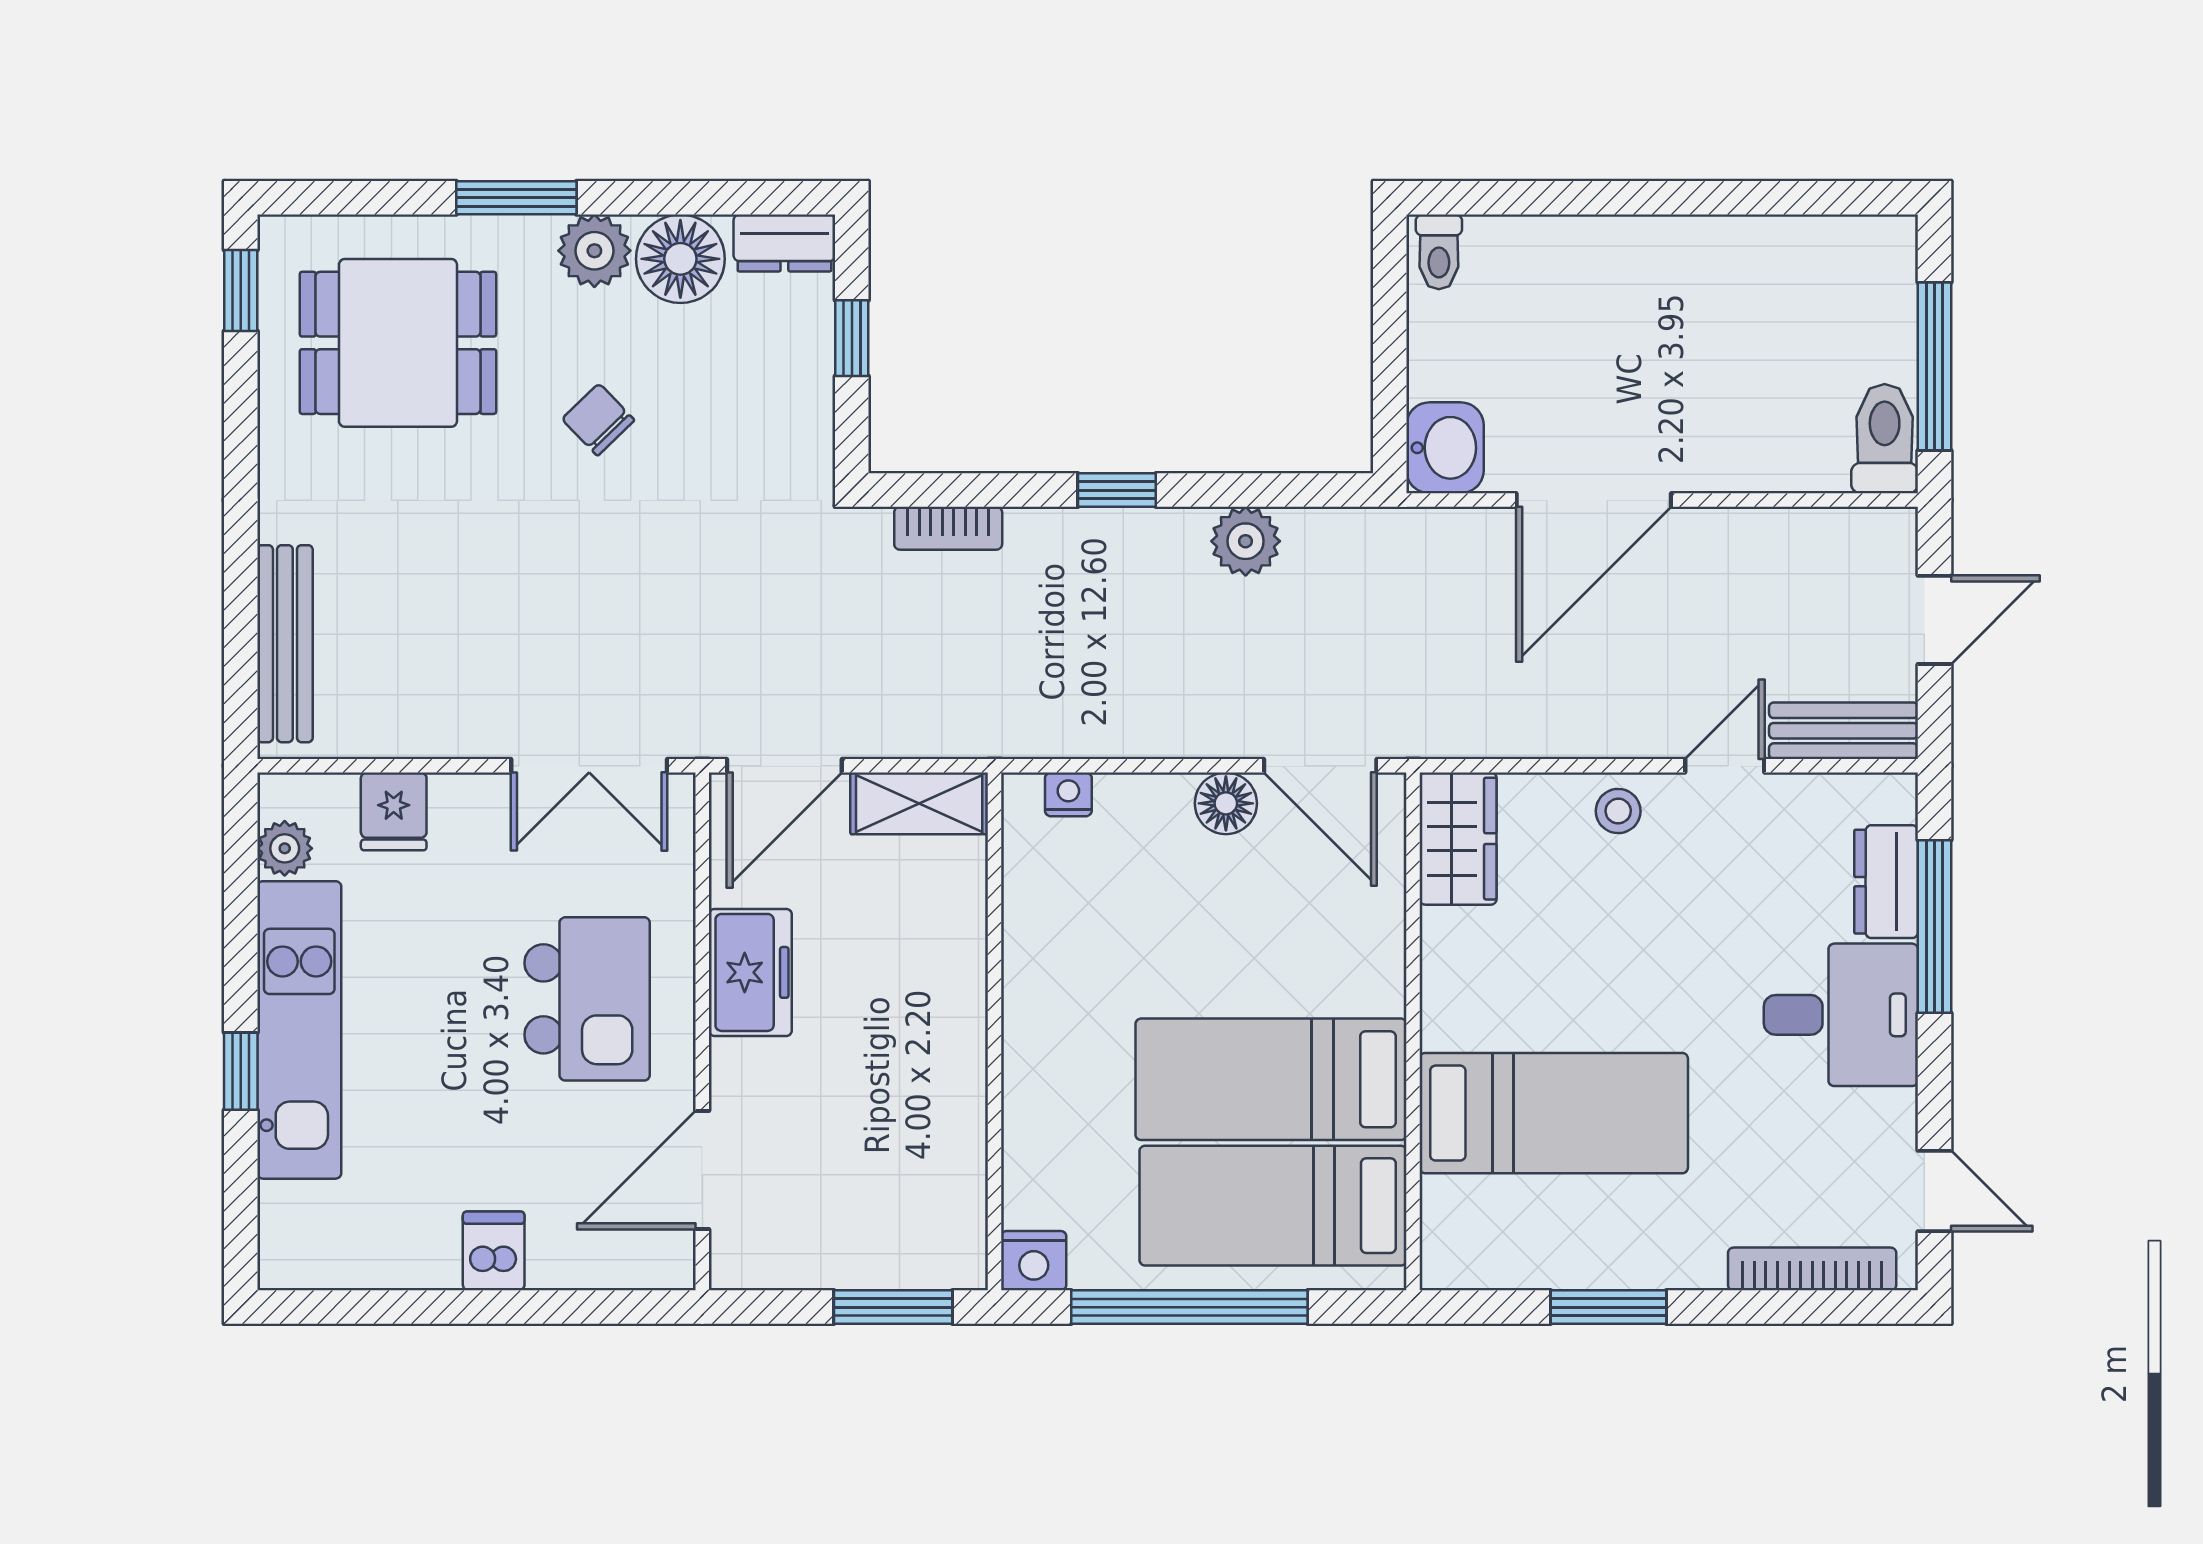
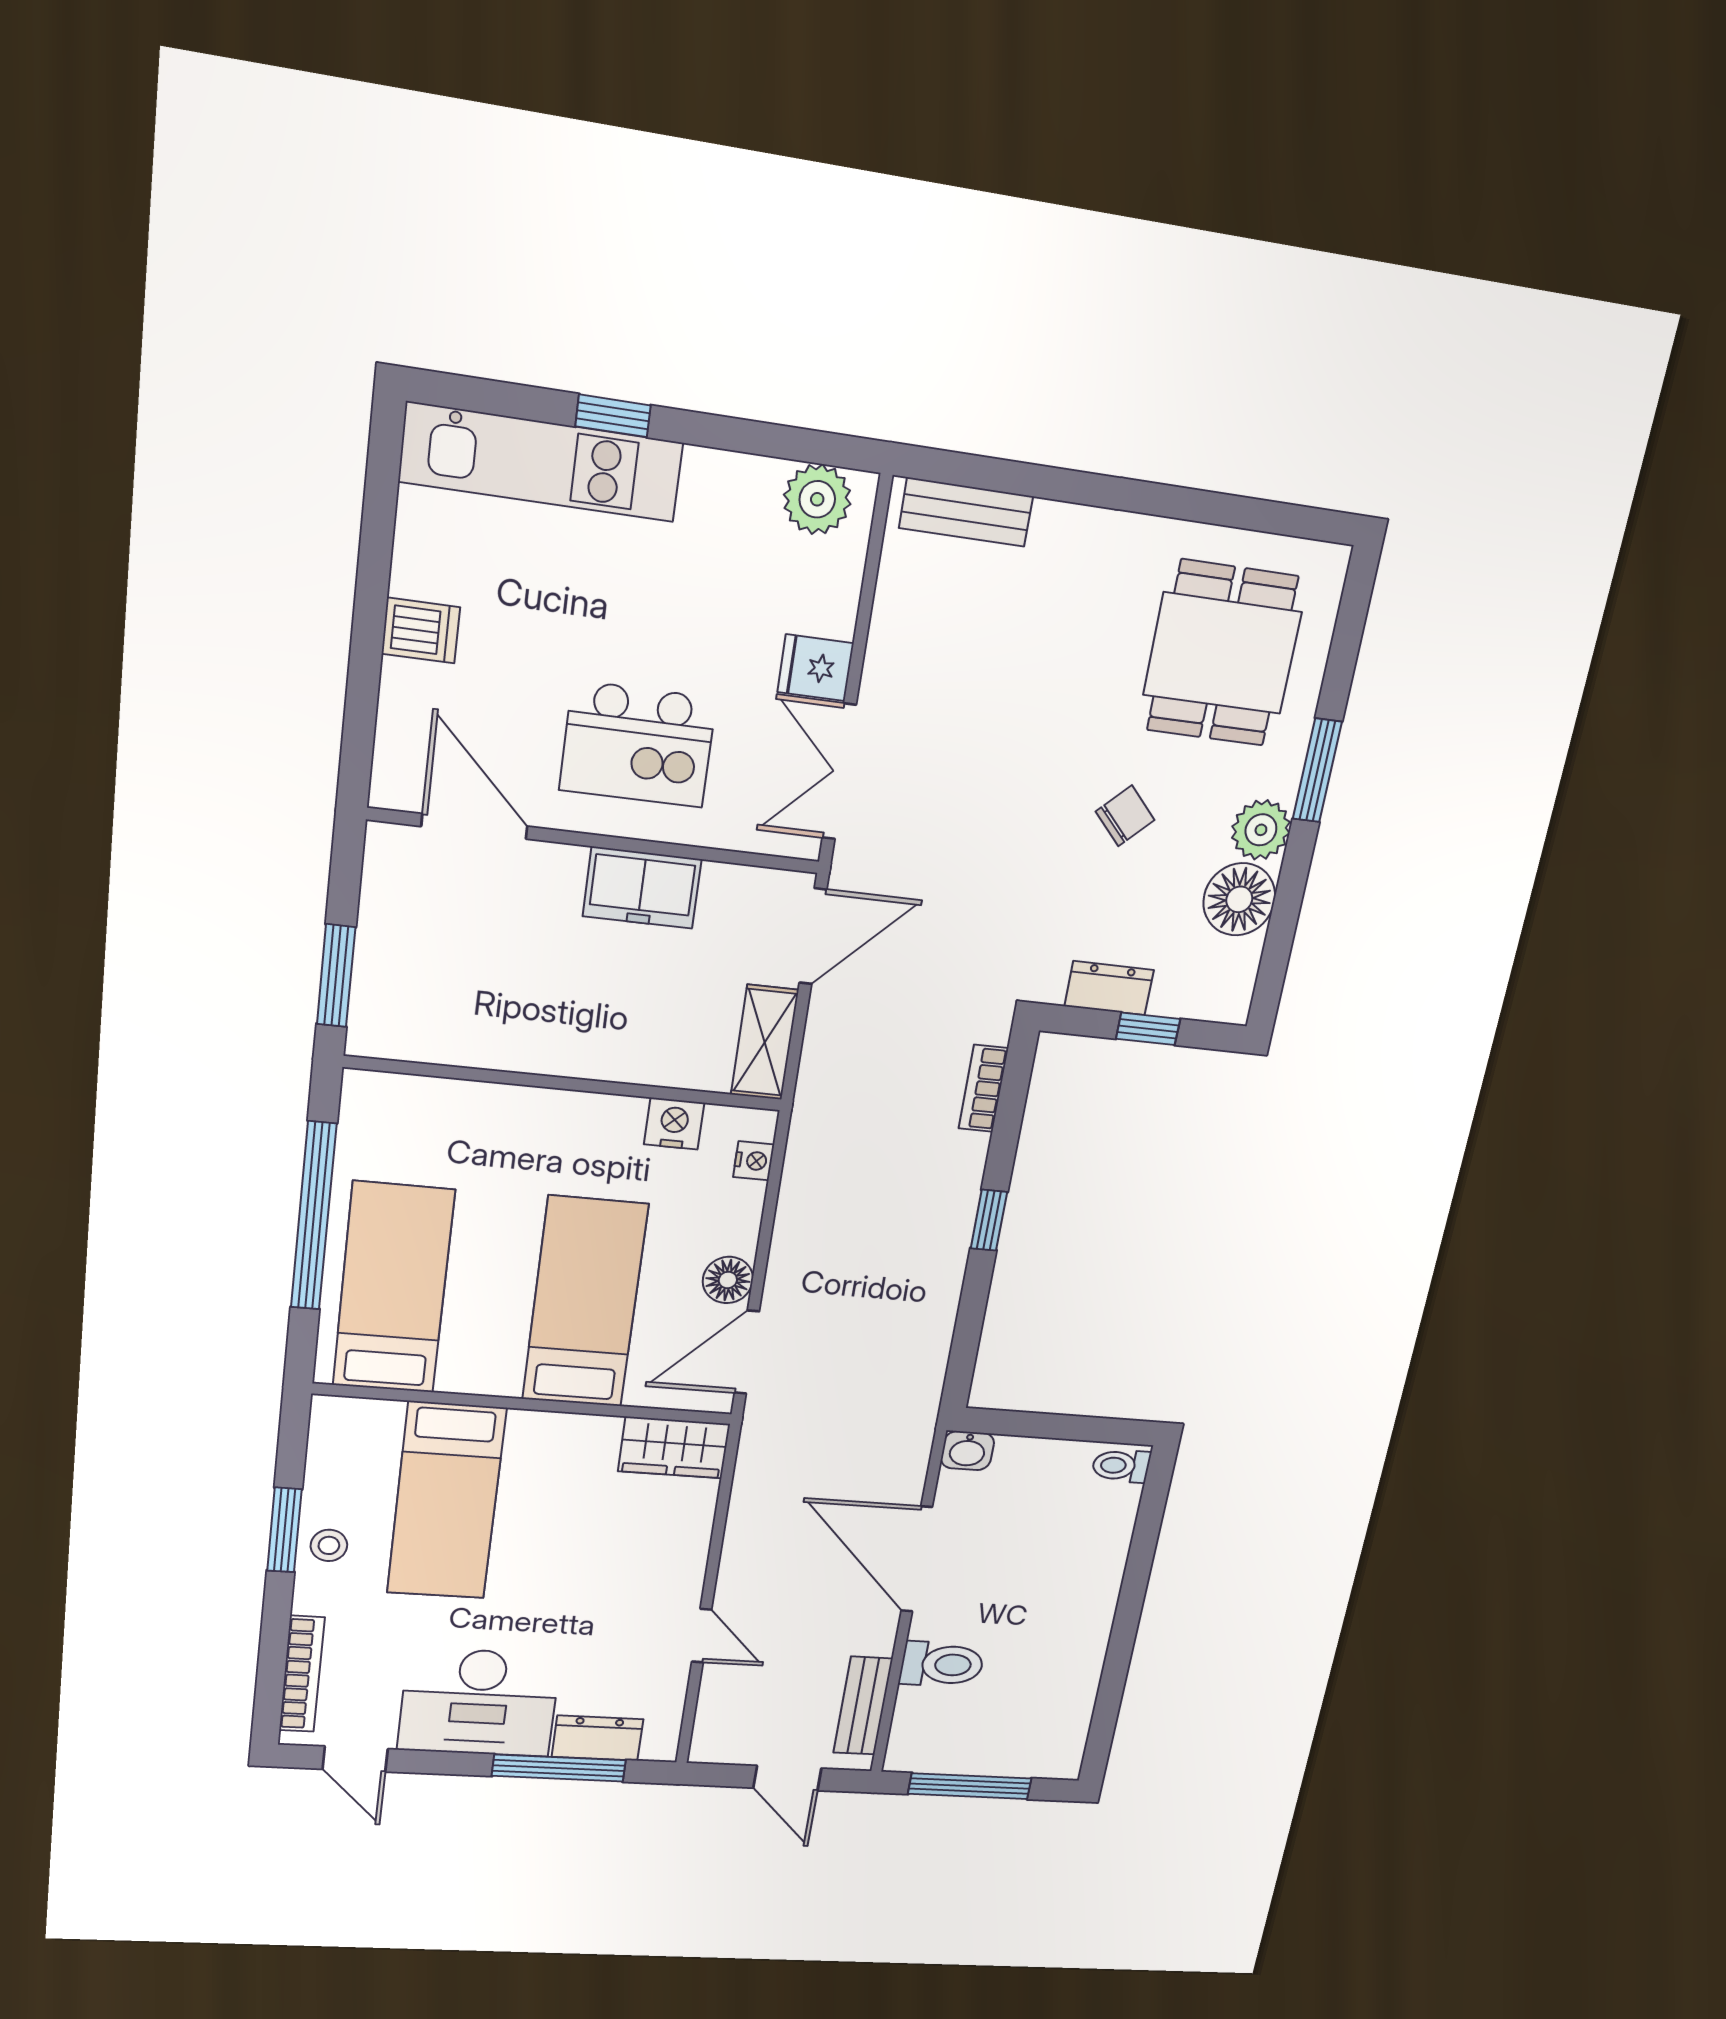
dresser: (784, 243) -> (1109, 988), moved, turned 90
window: (241, 291) -> (1295, 521), removed
toilet: (1885, 439) -> (942, 1664), moved
washbasin: (1445, 448) -> (967, 1451), width x0.72, depth x0.69
plant: (1246, 541) -> (931, 1312), removed
bench: (285, 644) -> (966, 512), width x0.73
bench: (1844, 731) -> (863, 1706), moved
door: (784, 766) -> (813, 936), swing flipped
fridge: (394, 811) -> (815, 668), moved
stool: (1618, 811) -> (329, 1545), moved
plant: (285, 848) -> (817, 499), width x1.38, depth x1.38
desk: (1841, 1015) -> (479, 1702), width x1.37
kitchen unit: (299, 1030) -> (541, 462), moved
bed: (1271, 1079) -> (585, 1302), moved
door: (1934, 1191) -> (355, 1759), hinge flipped
nightstand: (1034, 1261) -> (674, 1124), moved, turned 90

